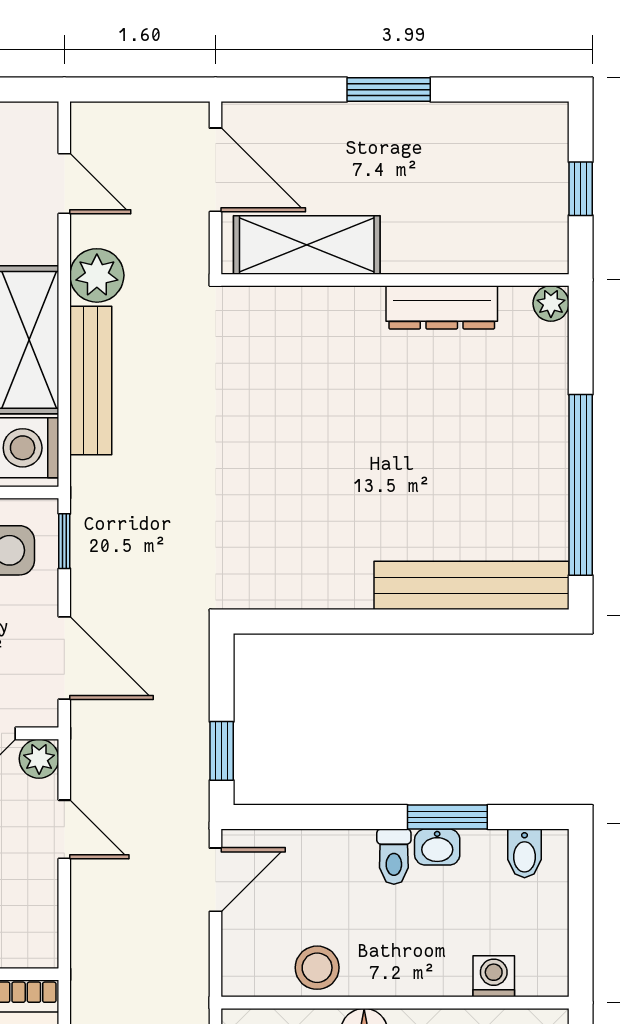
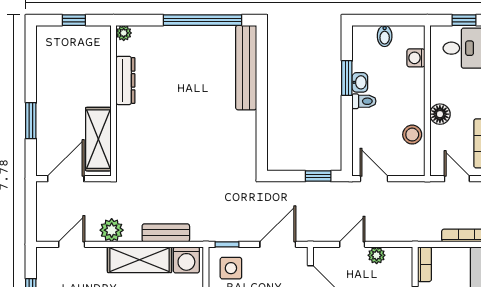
window: (389, 90) -> (31, 121), moved
bench: (91, 381) -> (166, 233), width x0.73
plant: (39, 759) -> (377, 255), moved
bidet: (525, 853) -> (385, 36), moved, turned 90

